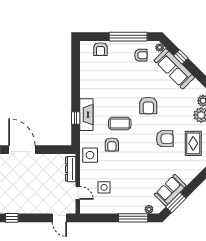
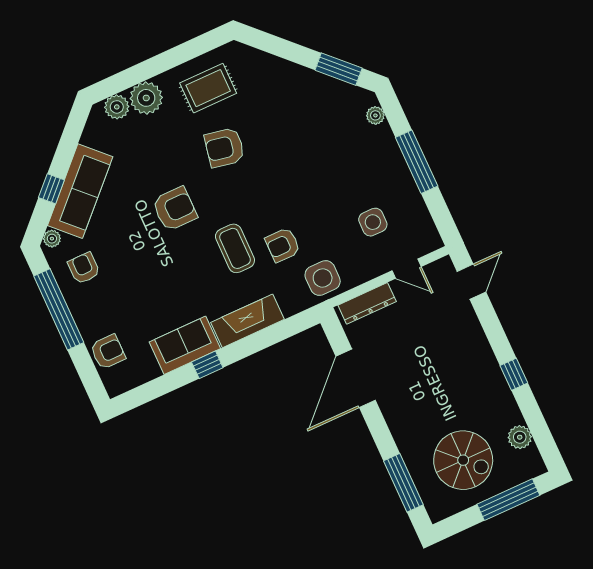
window: (76, 118) -> (207, 365), moved
armchair: (165, 139) -> (224, 148), turned -78
armchair: (112, 144) -> (283, 245), turned 180
door: (22, 150) -> (356, 378), moved
sofa: (170, 190) -> (185, 345), moved, turned 135
door: (78, 193) -> (407, 269), swing flipped
window: (133, 218) -> (417, 162), moved

